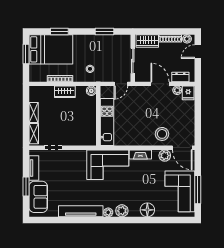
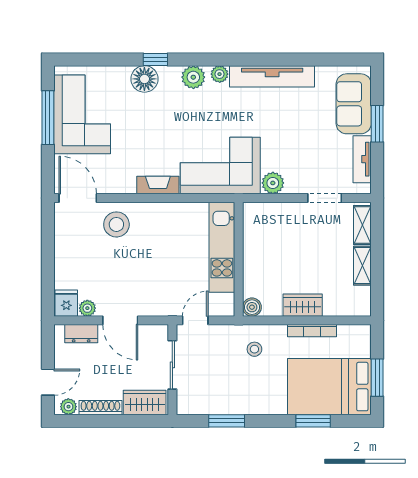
plant: (165, 156) -> (273, 183), moved
window: (142, 220) -> (155, 60), added

